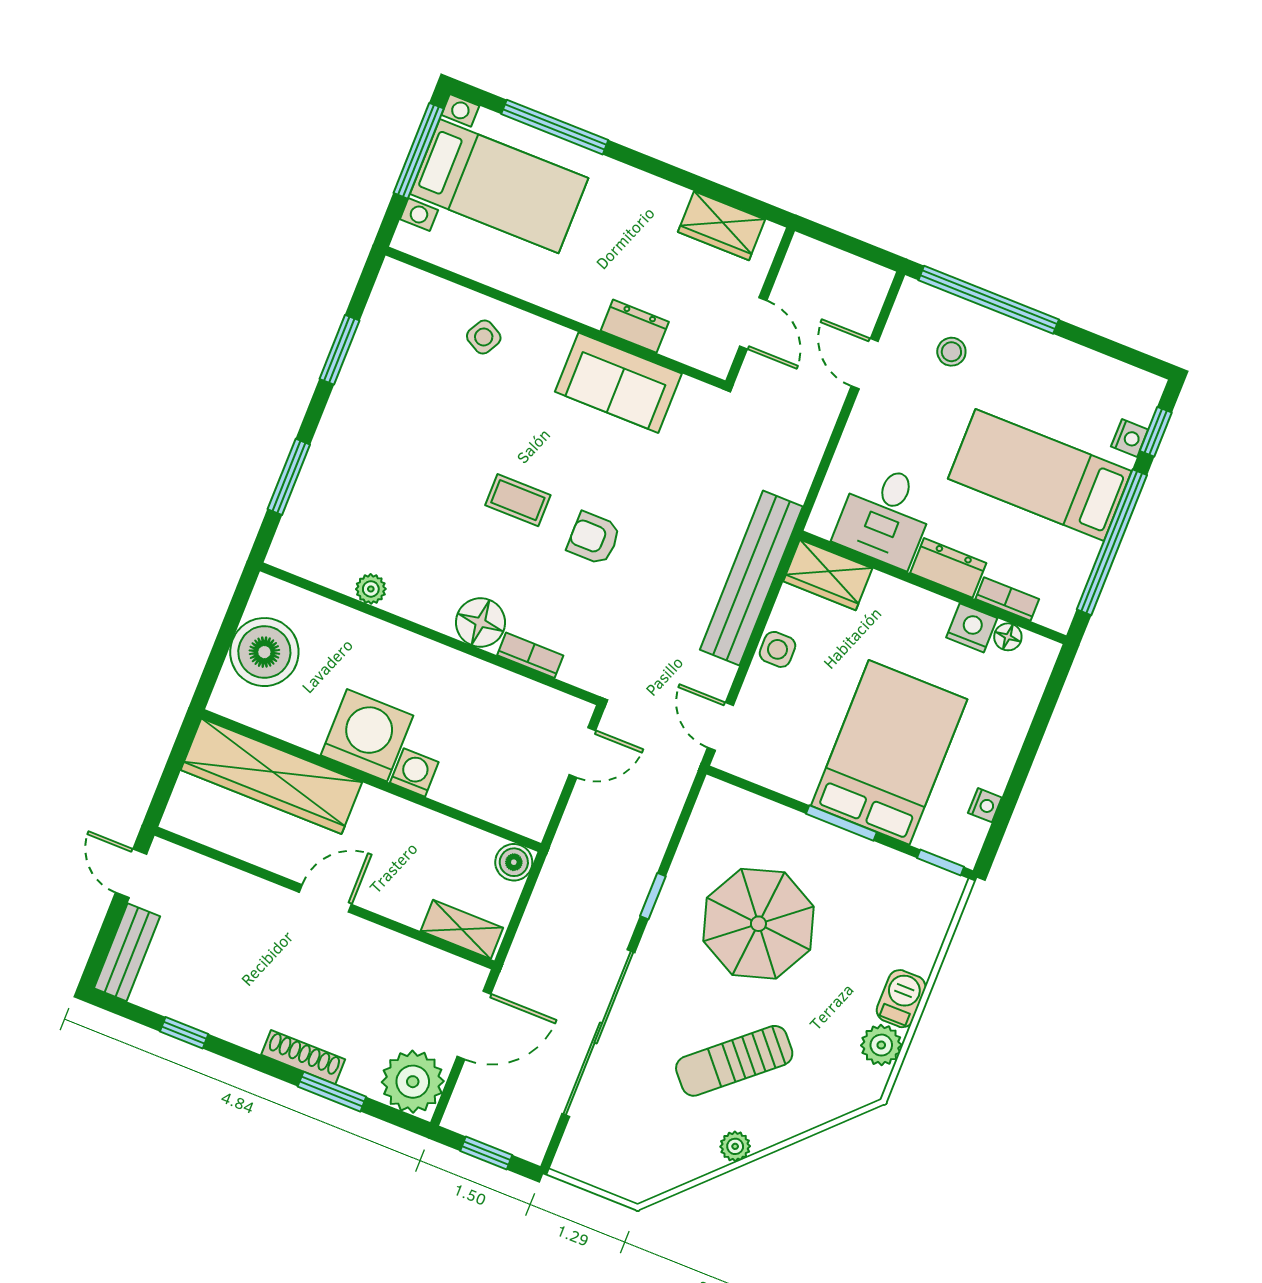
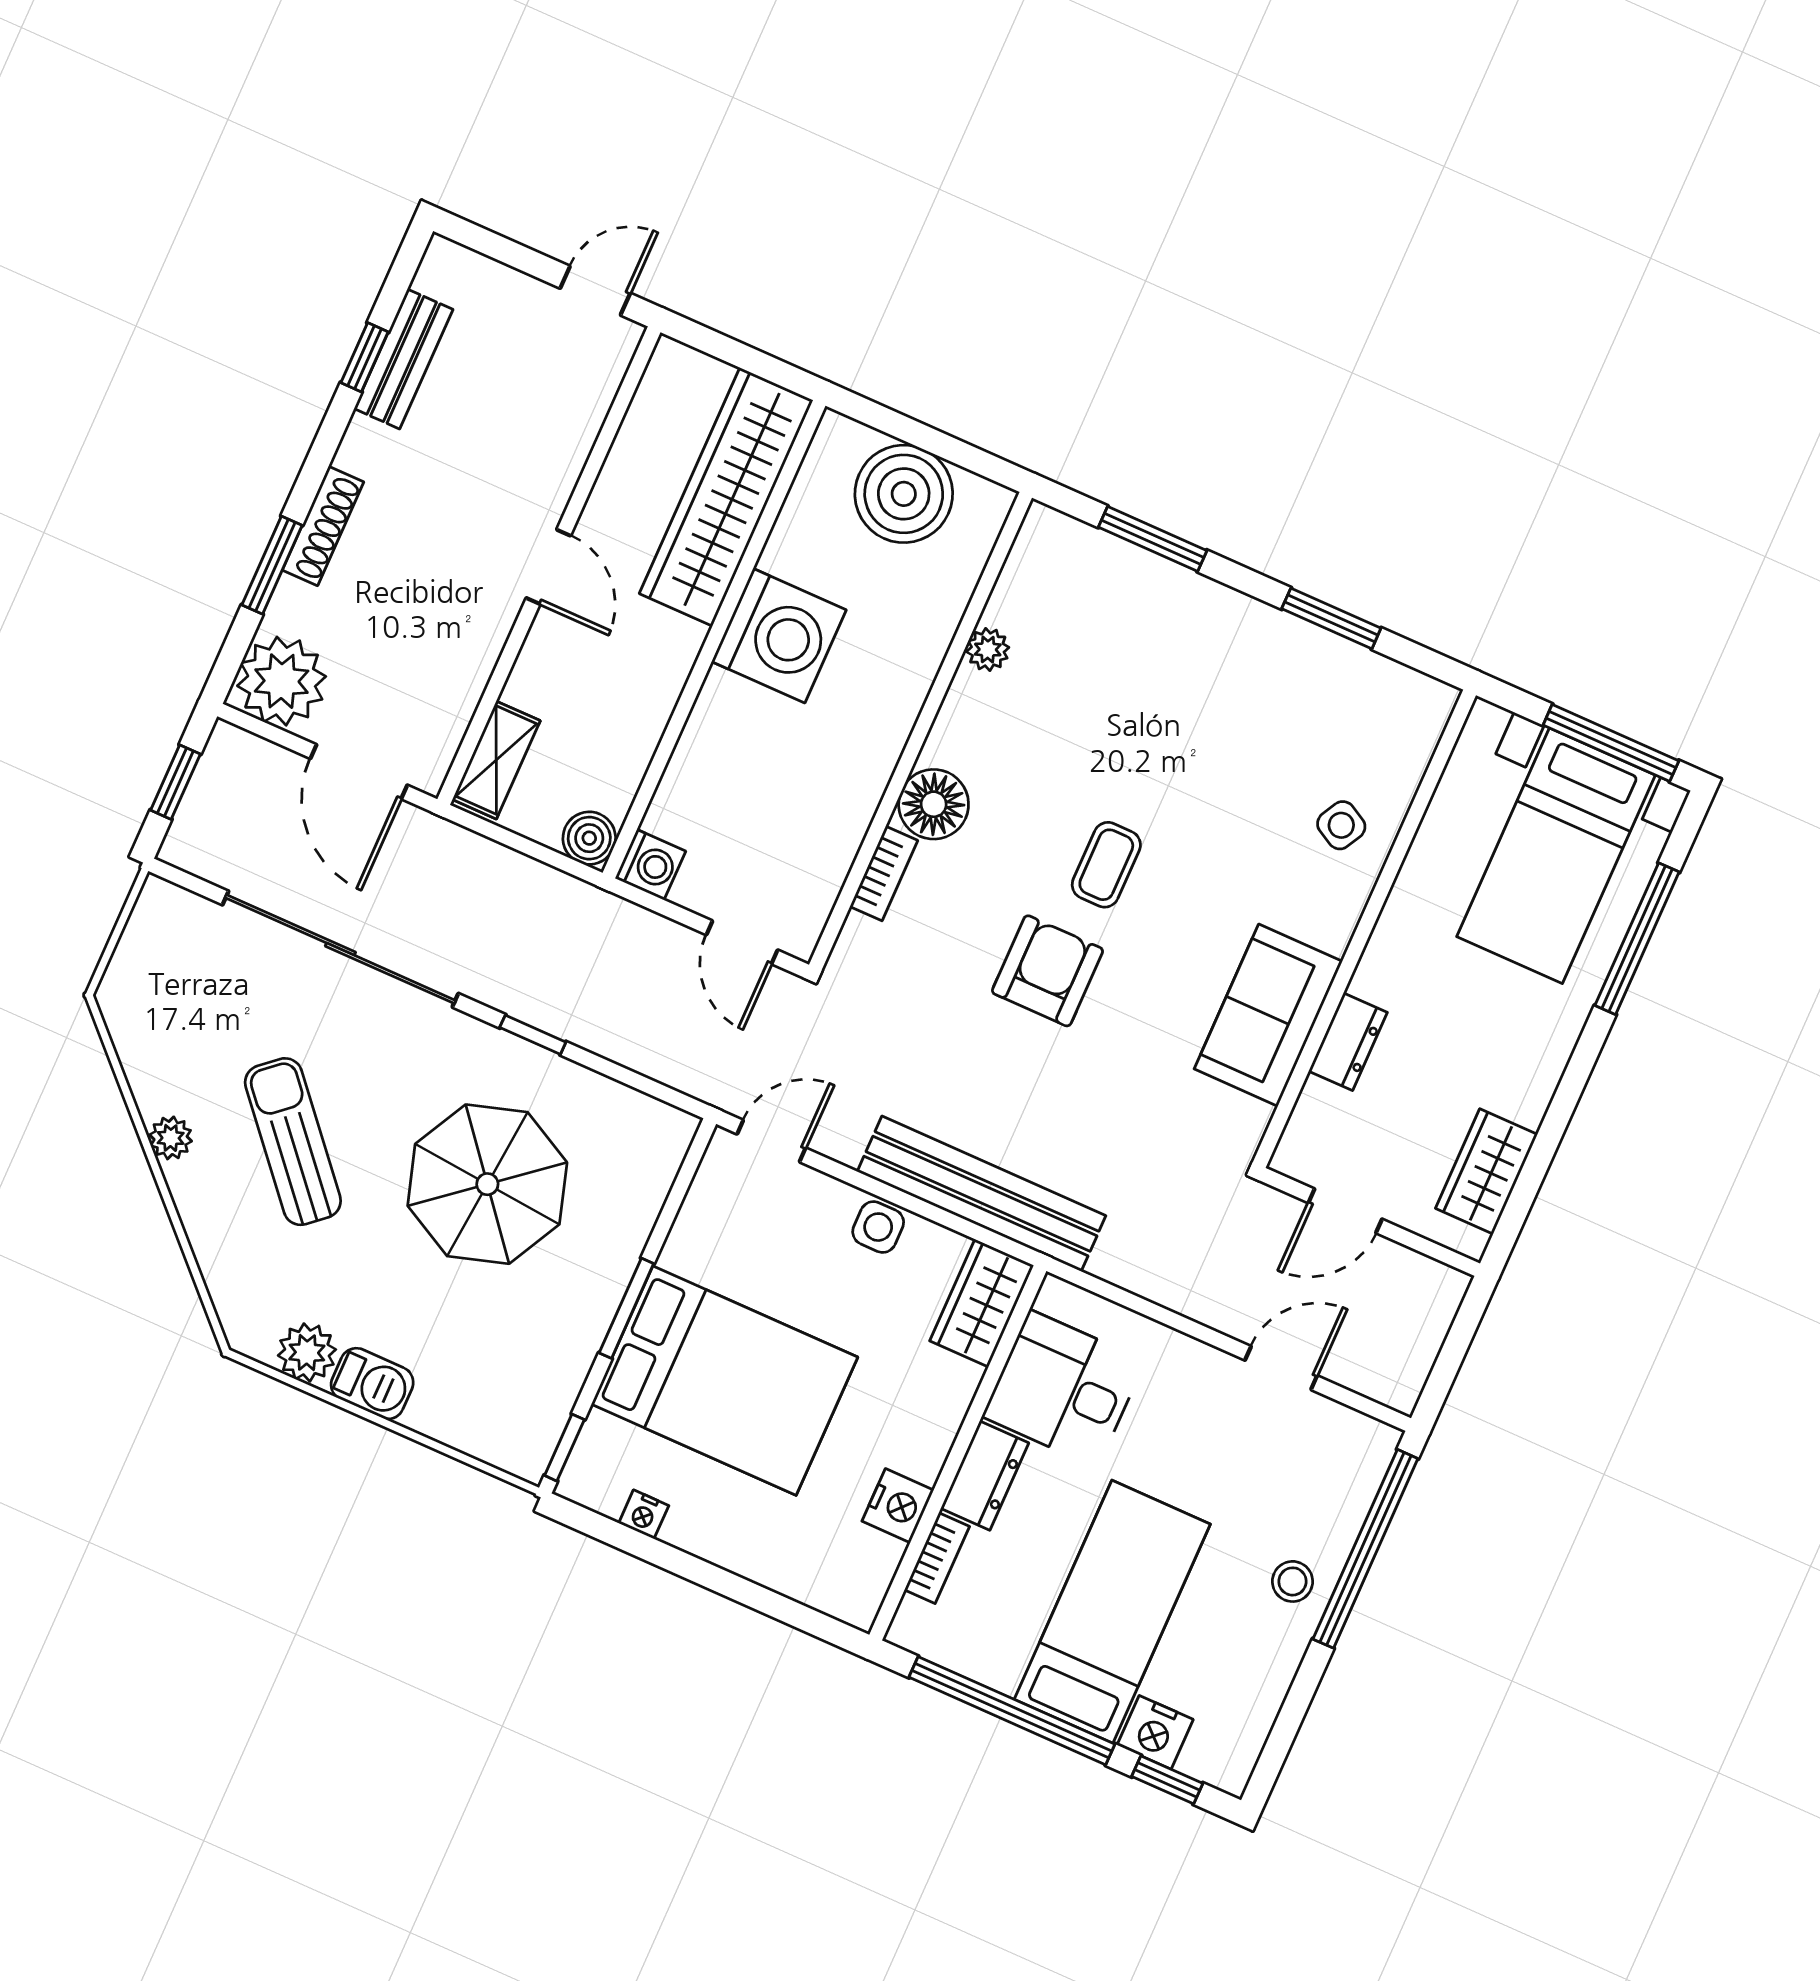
stool: (951, 352) -> (1292, 1581), moved
nightstand: (1130, 438) -> (1155, 1732), width x1.39, depth x1.35
armchair: (594, 538) -> (1047, 971), width x1.38, depth x1.38
floor lamp: (1008, 637) -> (883, 1557), removed
washing machine: (414, 772) -> (650, 865), moved
bench: (127, 952) -> (404, 359), moved, turned 90

